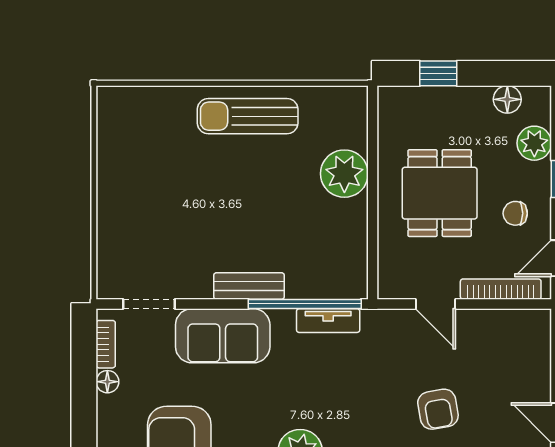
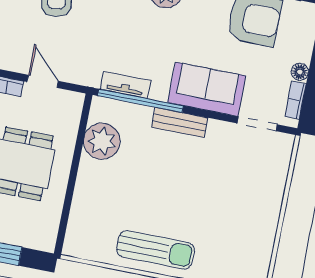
plant: (344, 174) -> (102, 141), moved

